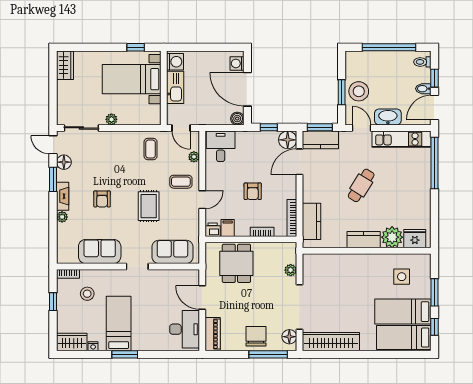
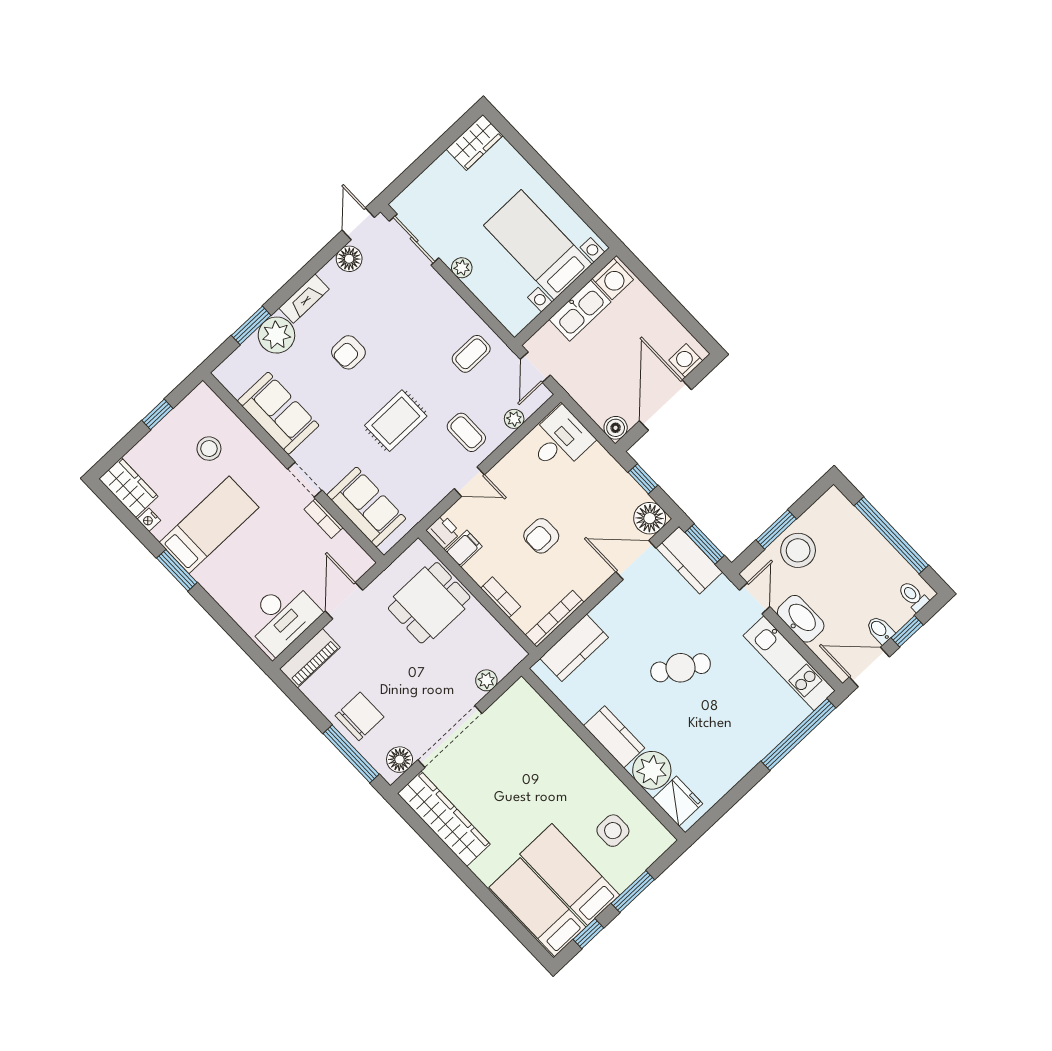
window: (136, 47) -> (583, 211), removed
window: (53, 179) -> (251, 325), moved
plant: (62, 217) -> (276, 335), width x1.87, depth x1.87
bookcase: (68, 274) -> (323, 518), moved

